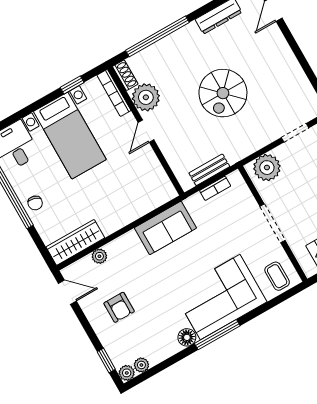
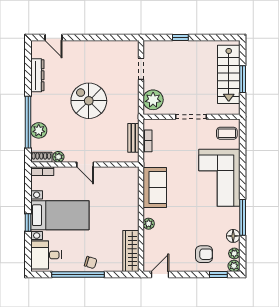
plant: (155, 54) -> (39, 130), added
window: (72, 85) -> (28, 222), moved
bookcase: (114, 93) -> (42, 171), width x0.64
spiral stairs: (223, 93) -> (89, 101), turned 180
plant: (146, 97) -> (58, 157), width x0.53, depth x0.53
plant: (99, 256) -> (149, 224), moved
armchair: (119, 307) -> (204, 254), moved
window: (217, 335) -> (243, 217), moved
floor lamp: (187, 337) -> (233, 236), moved

